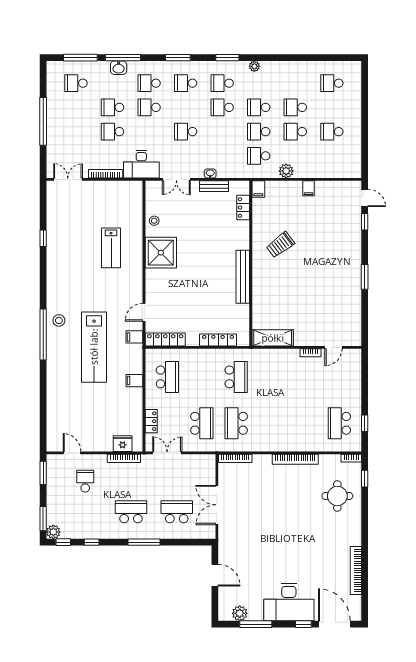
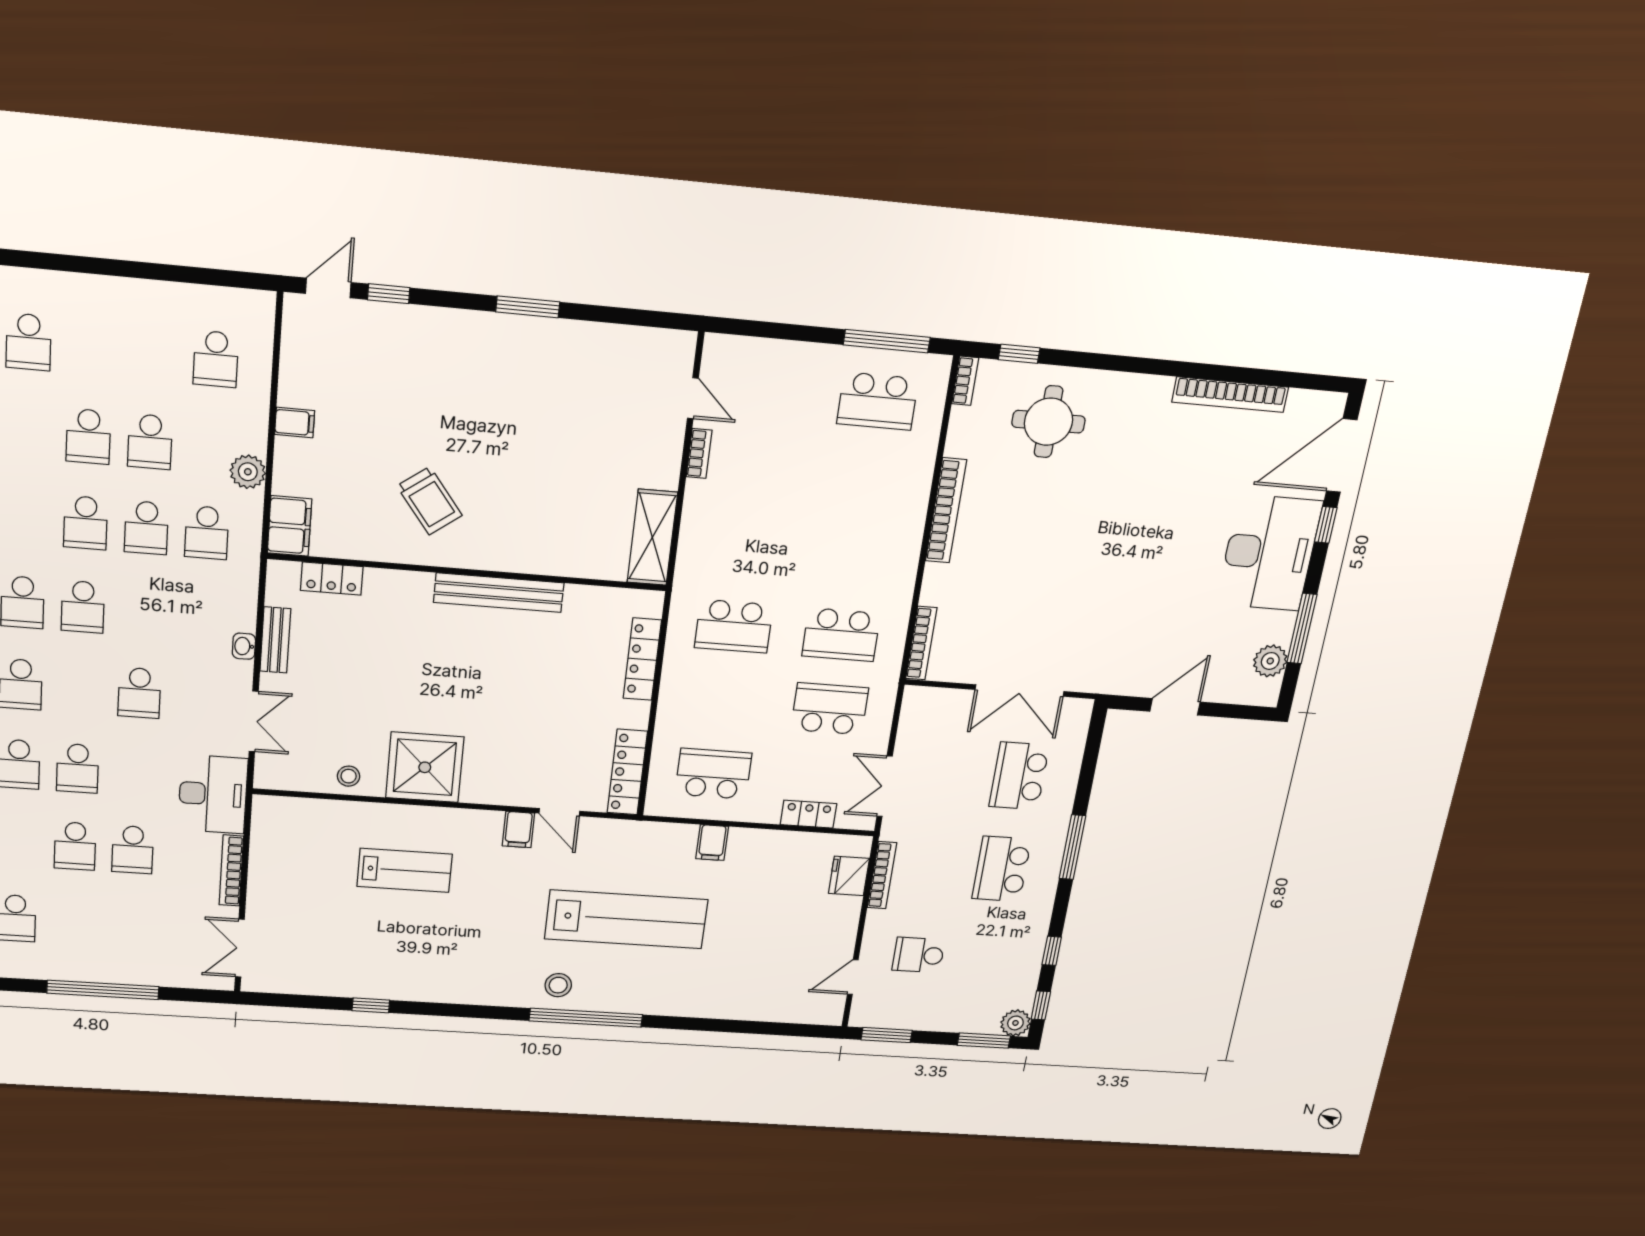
school desk: (332, 132) -> (216, 359), moved
filing cabinet: (258, 189) -> (290, 526), width x2.00
filing cabinet: (134, 337) -> (518, 830), moved
school desk: (236, 377) -> (734, 626), turned 180
window: (365, 423) -> (887, 341), width x2.17

